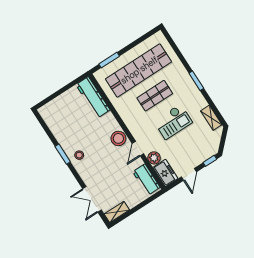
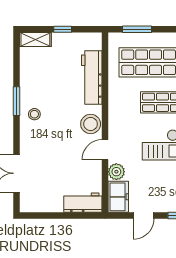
window: (62, 90) -> (63, 29), added
workbench: (93, 97) -> (92, 78), moved
workbench: (146, 180) -> (83, 203), moved, turned 90
shelving: (117, 212) -> (35, 39), moved

